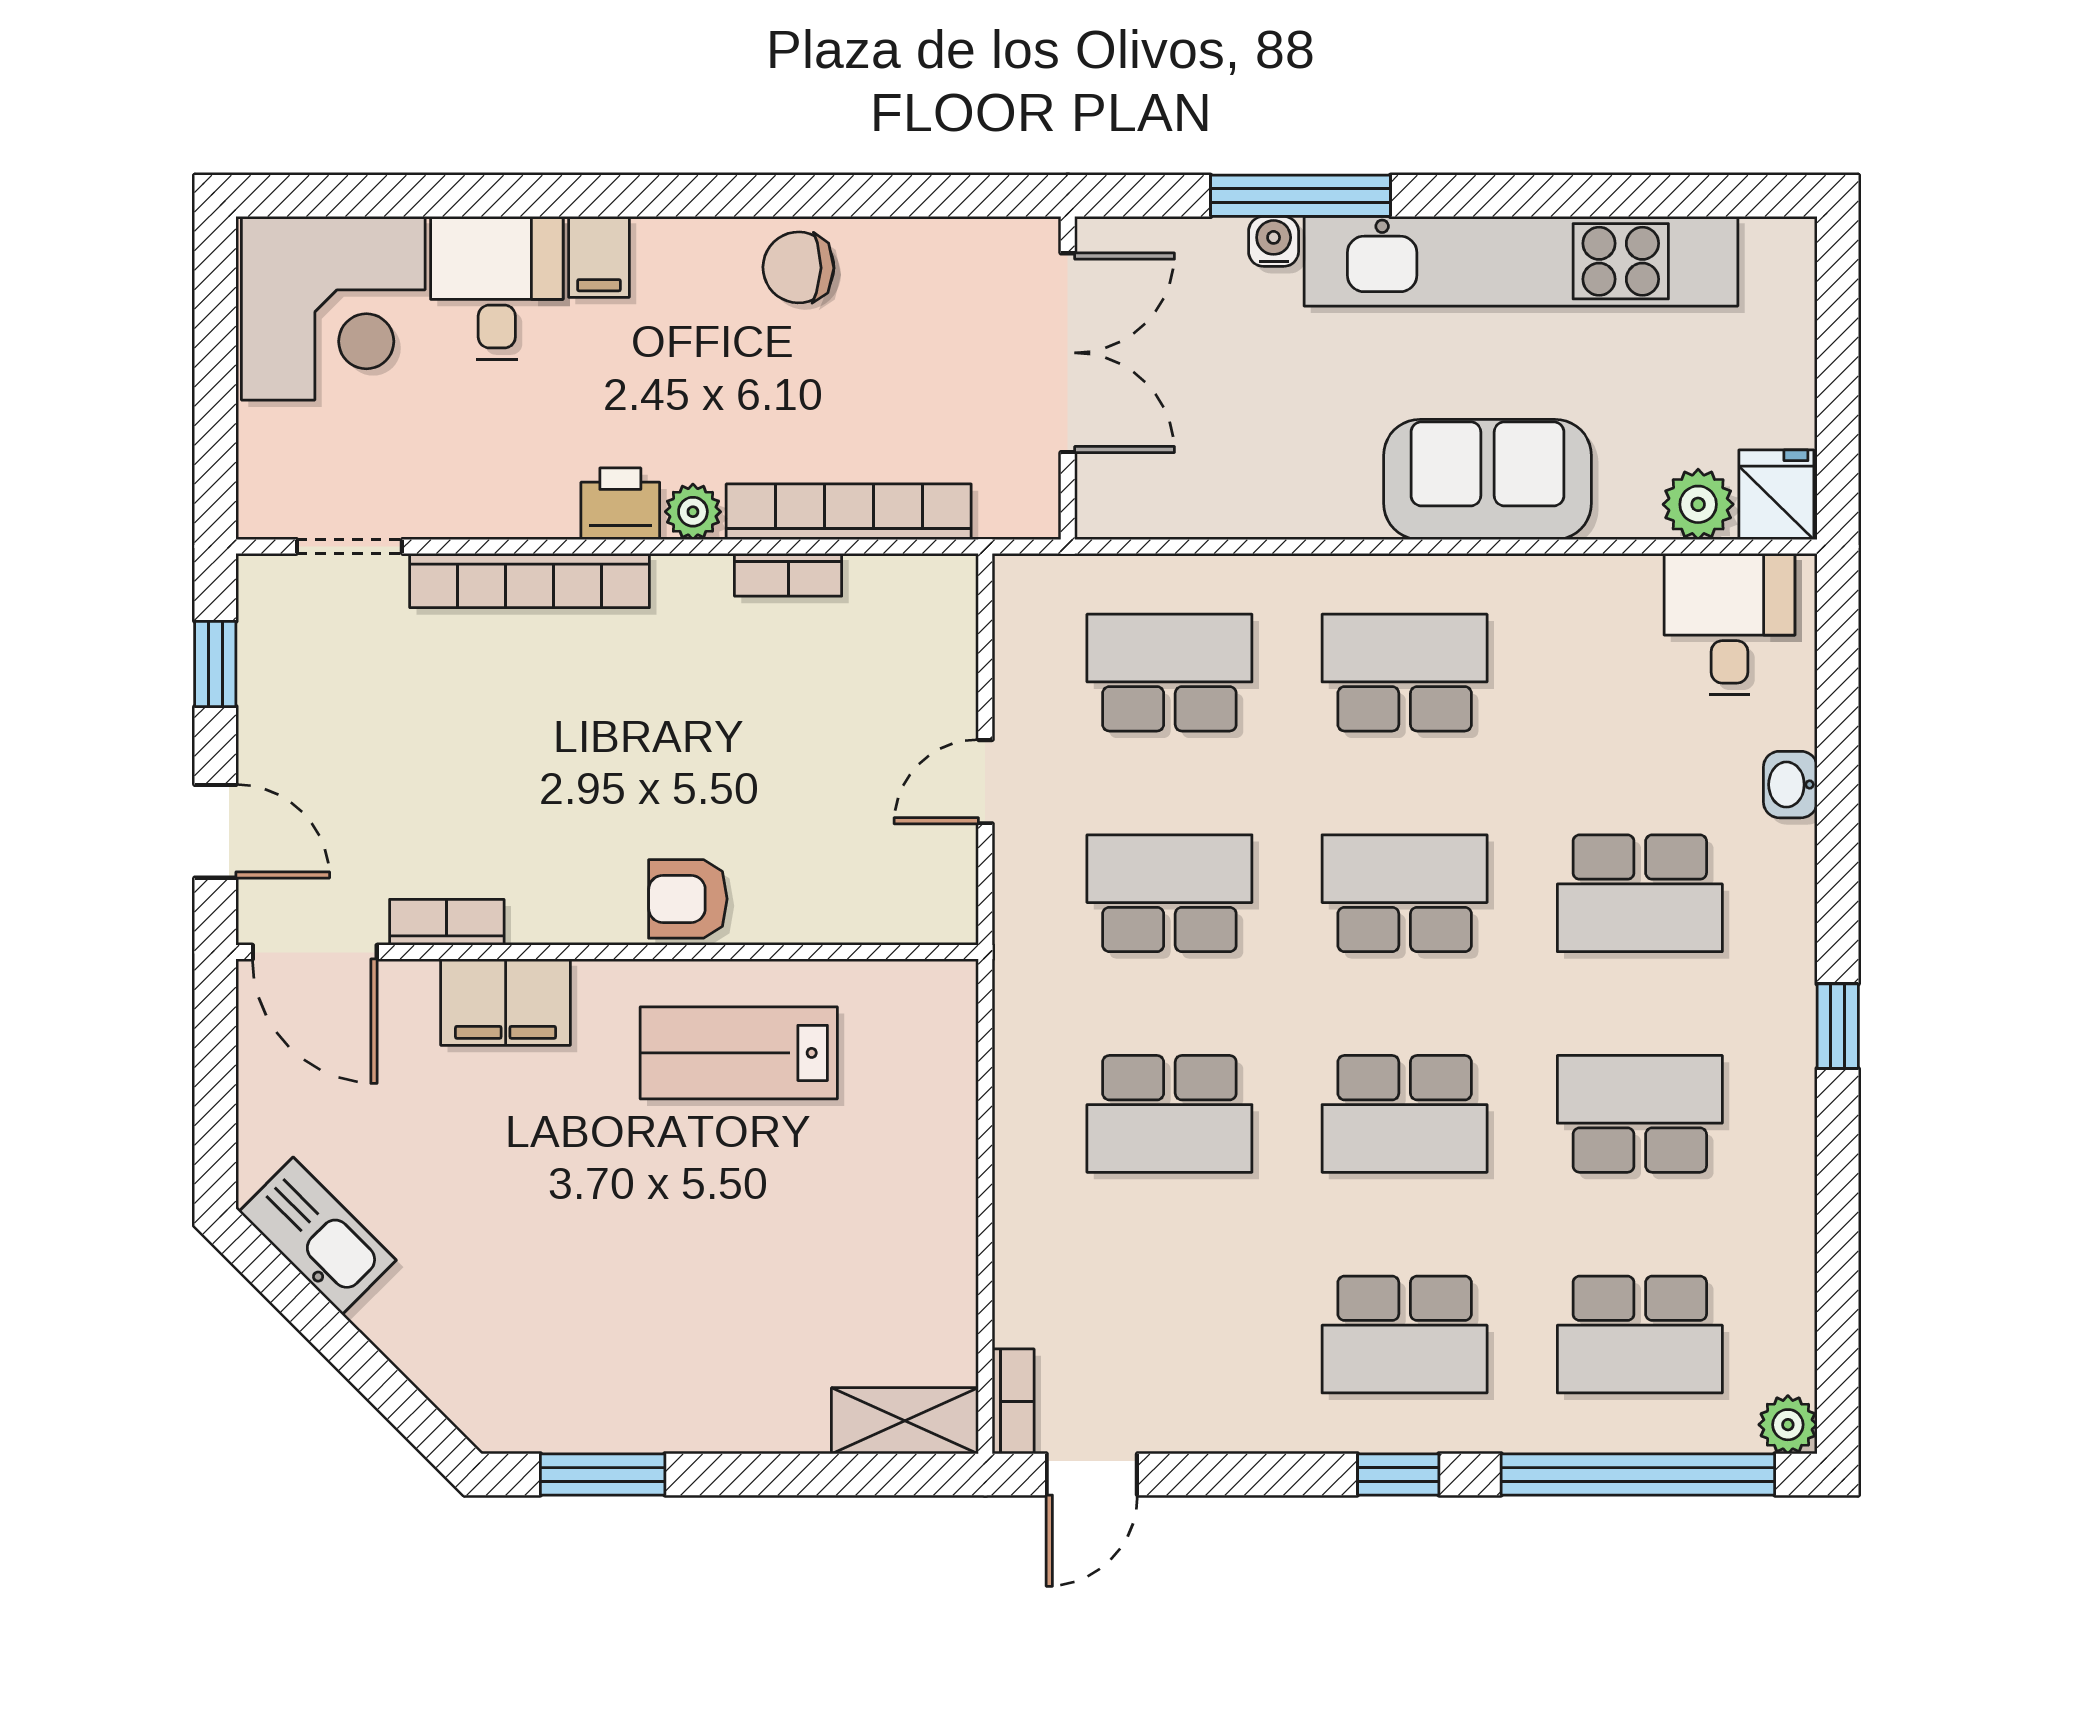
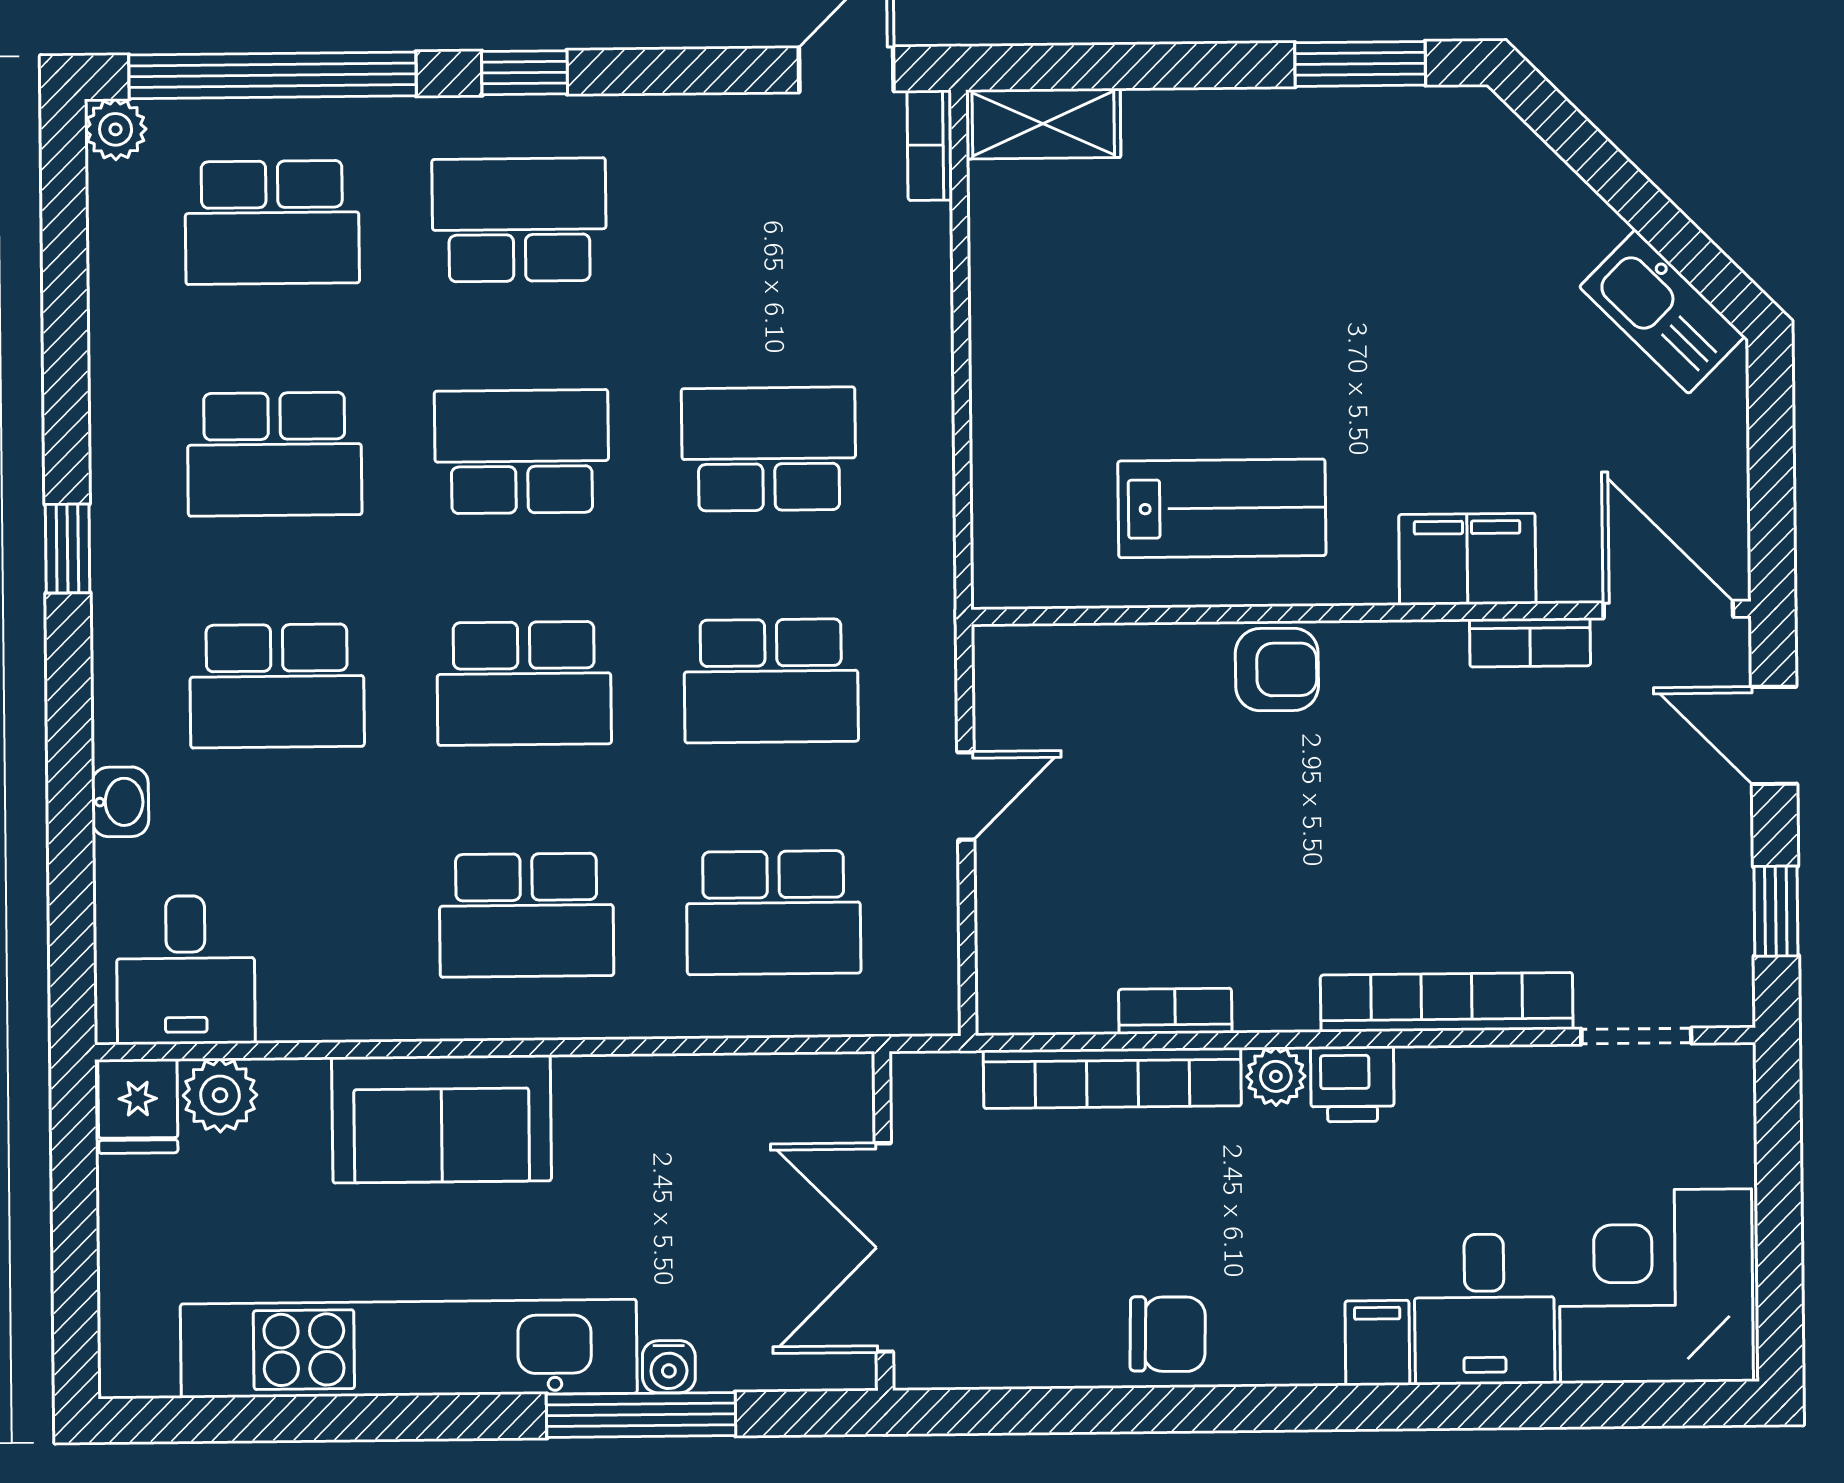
school desk: (1640, 893) -> (277, 686), turned 180
school desk: (1640, 1334) -> (272, 222), turned 180

